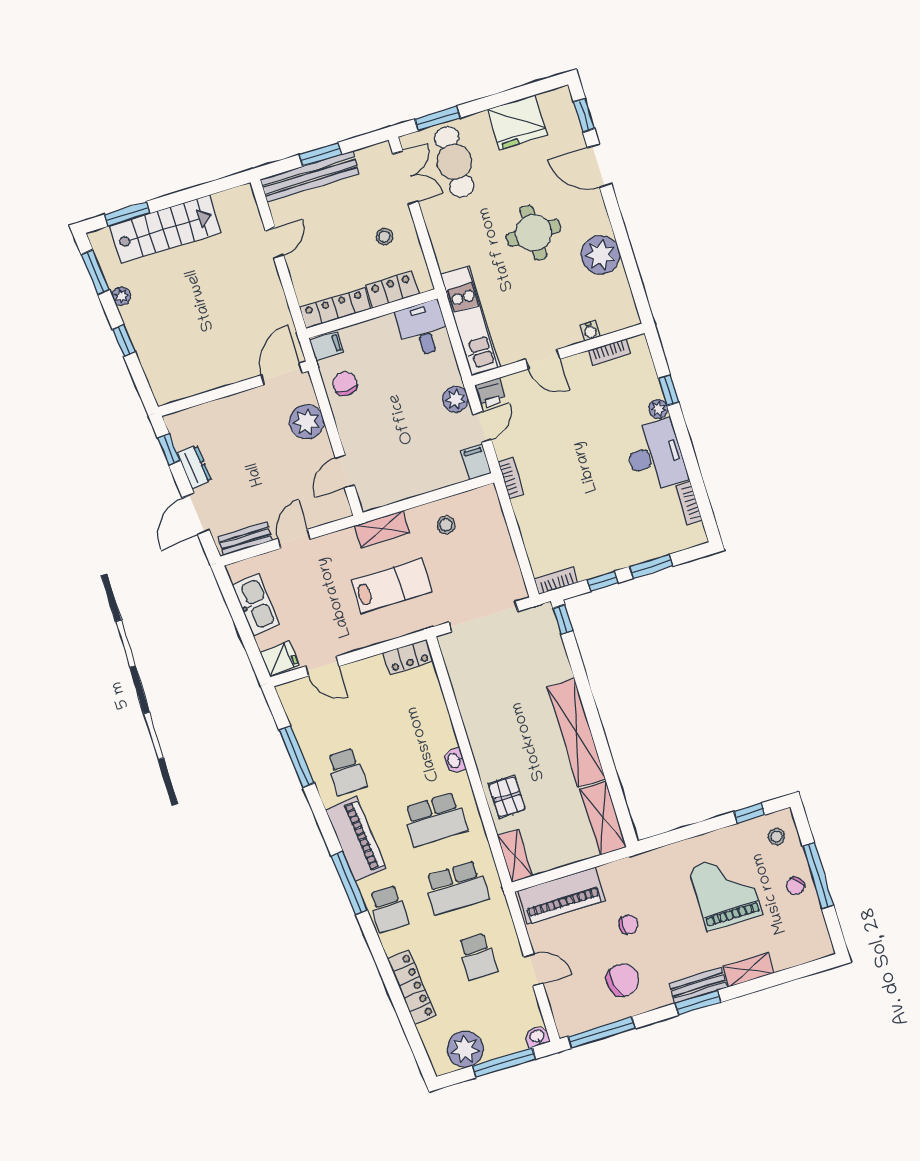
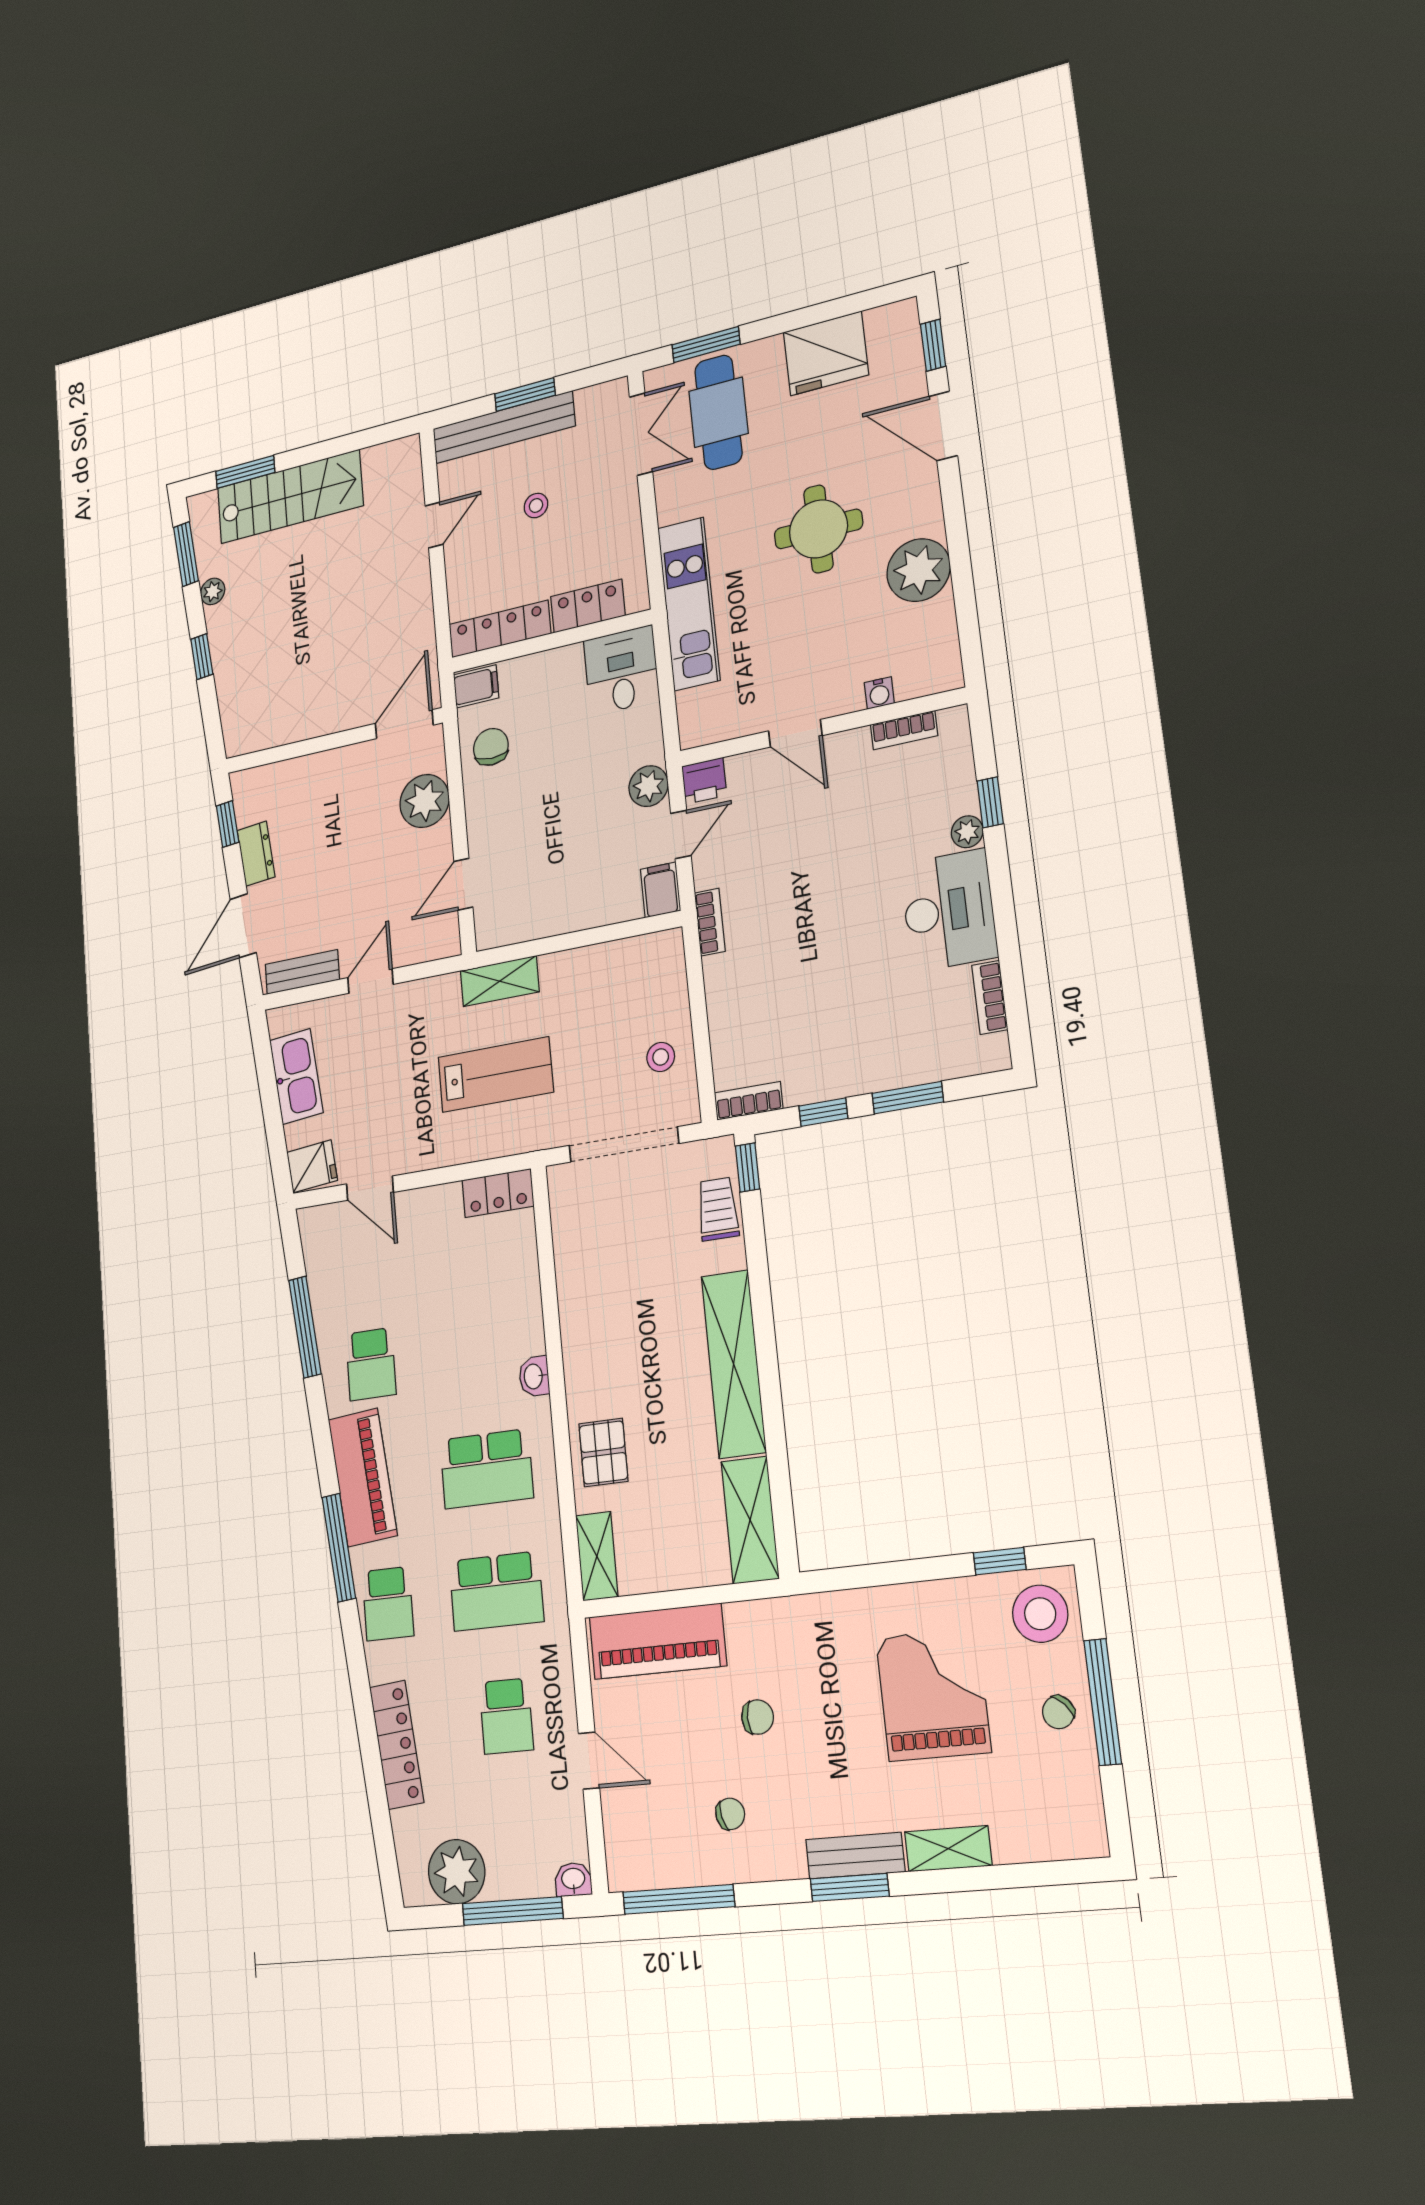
stool: (384, 237) -> (536, 506), moved
kitchen unit: (470, 321) -> (689, 604), moved
stool: (446, 525) -> (661, 1057), moved
trolley: (549, 646) -> (718, 1209), added
stool: (777, 837) -> (1040, 1614), width x1.89, depth x1.89
chair: (623, 980) -> (730, 1814), width x0.54, depth x0.54

